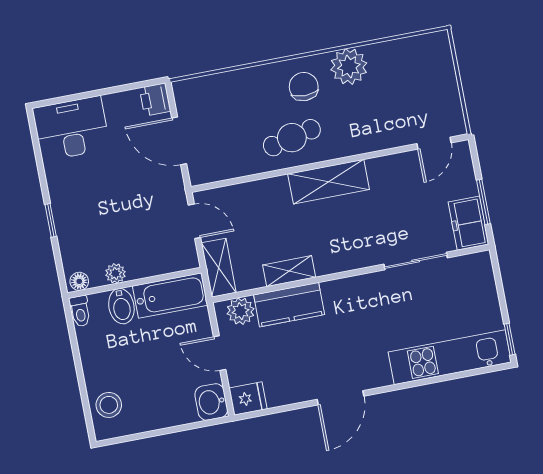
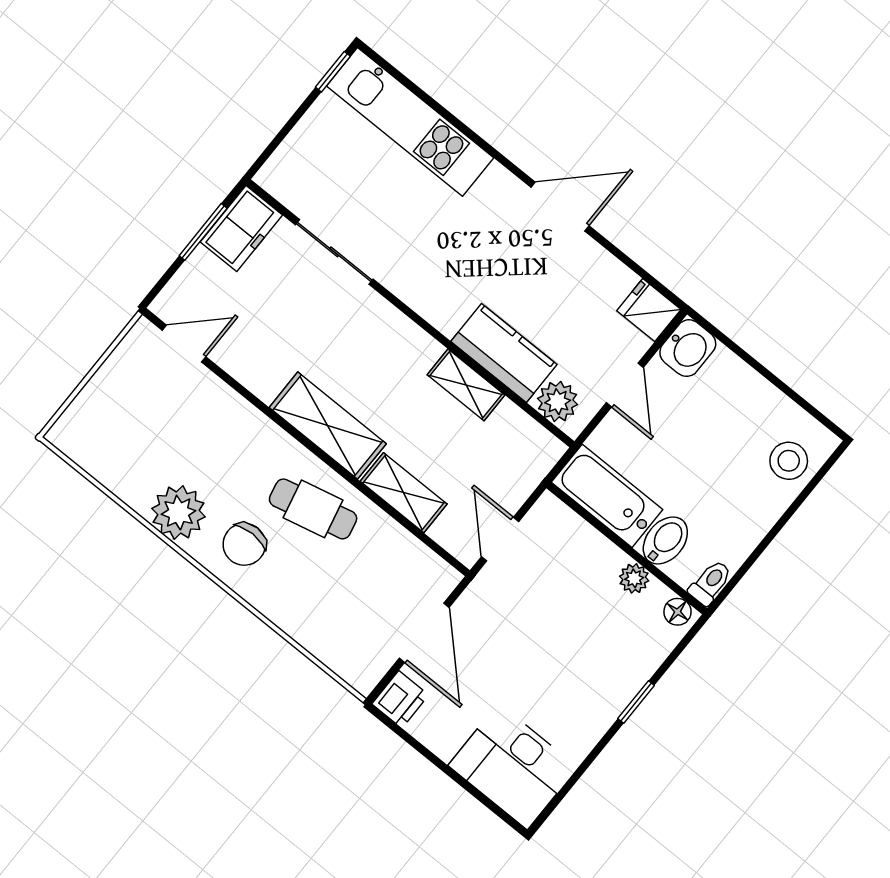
shelving: (219, 268) -> (404, 493), moved, turned 90

